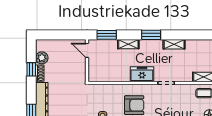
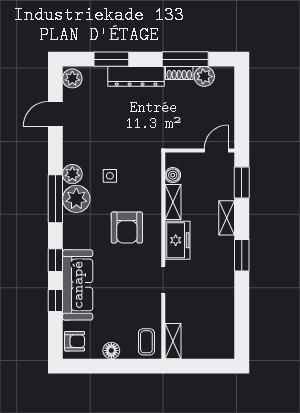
shelving: (174, 44) -> (173, 202), moved
window: (31, 69) -> (185, 59), width x2.17
boiler: (102, 77) -> (173, 175), added

